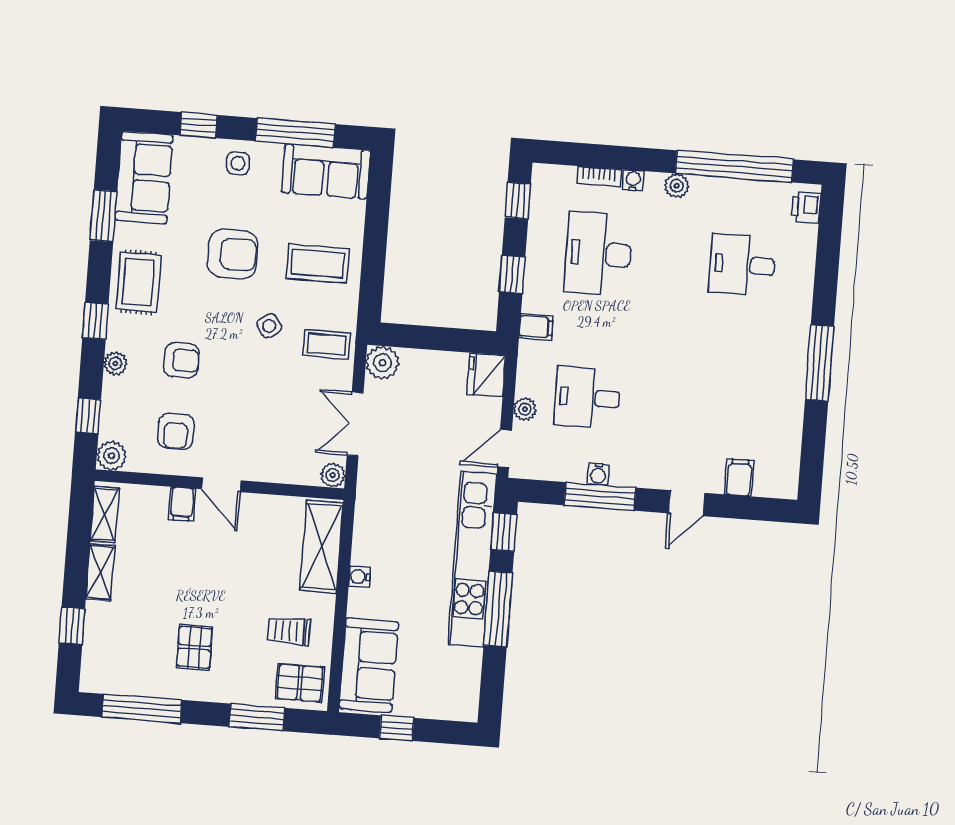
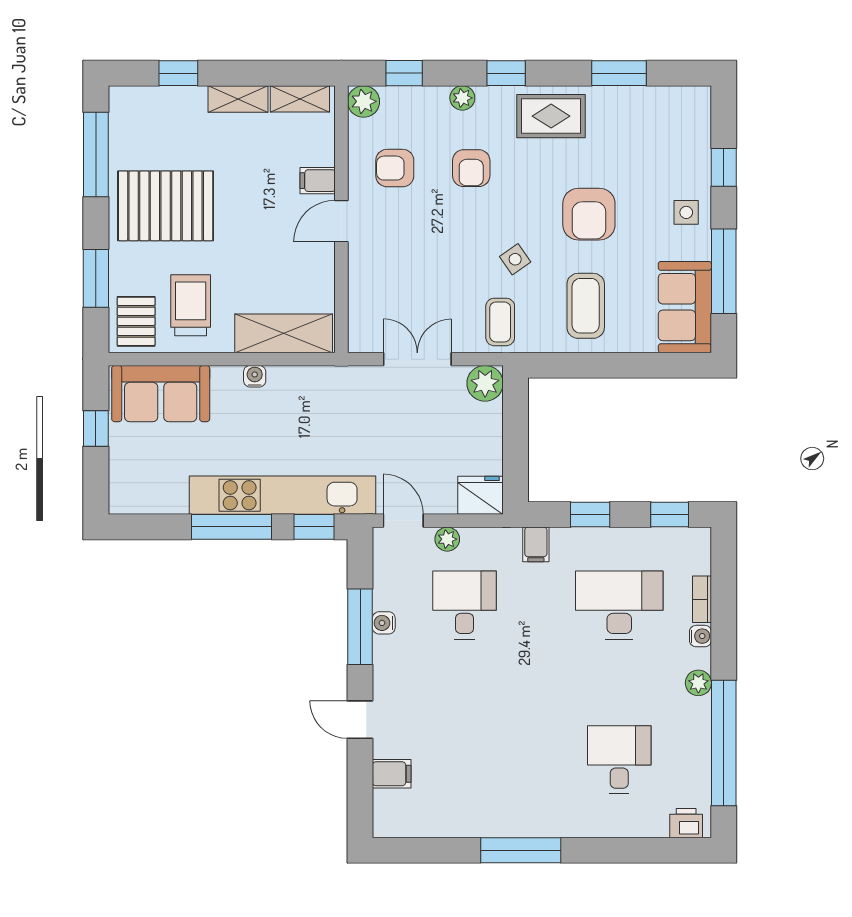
sofa: (144, 177) -> (663, 113), removed
plant: (333, 475) -> (361, 339), removed
trolley: (289, 631) -> (191, 305), width x1.36, depth x1.39
pallet: (194, 647) -> (166, 206), width x2.05, depth x2.00

